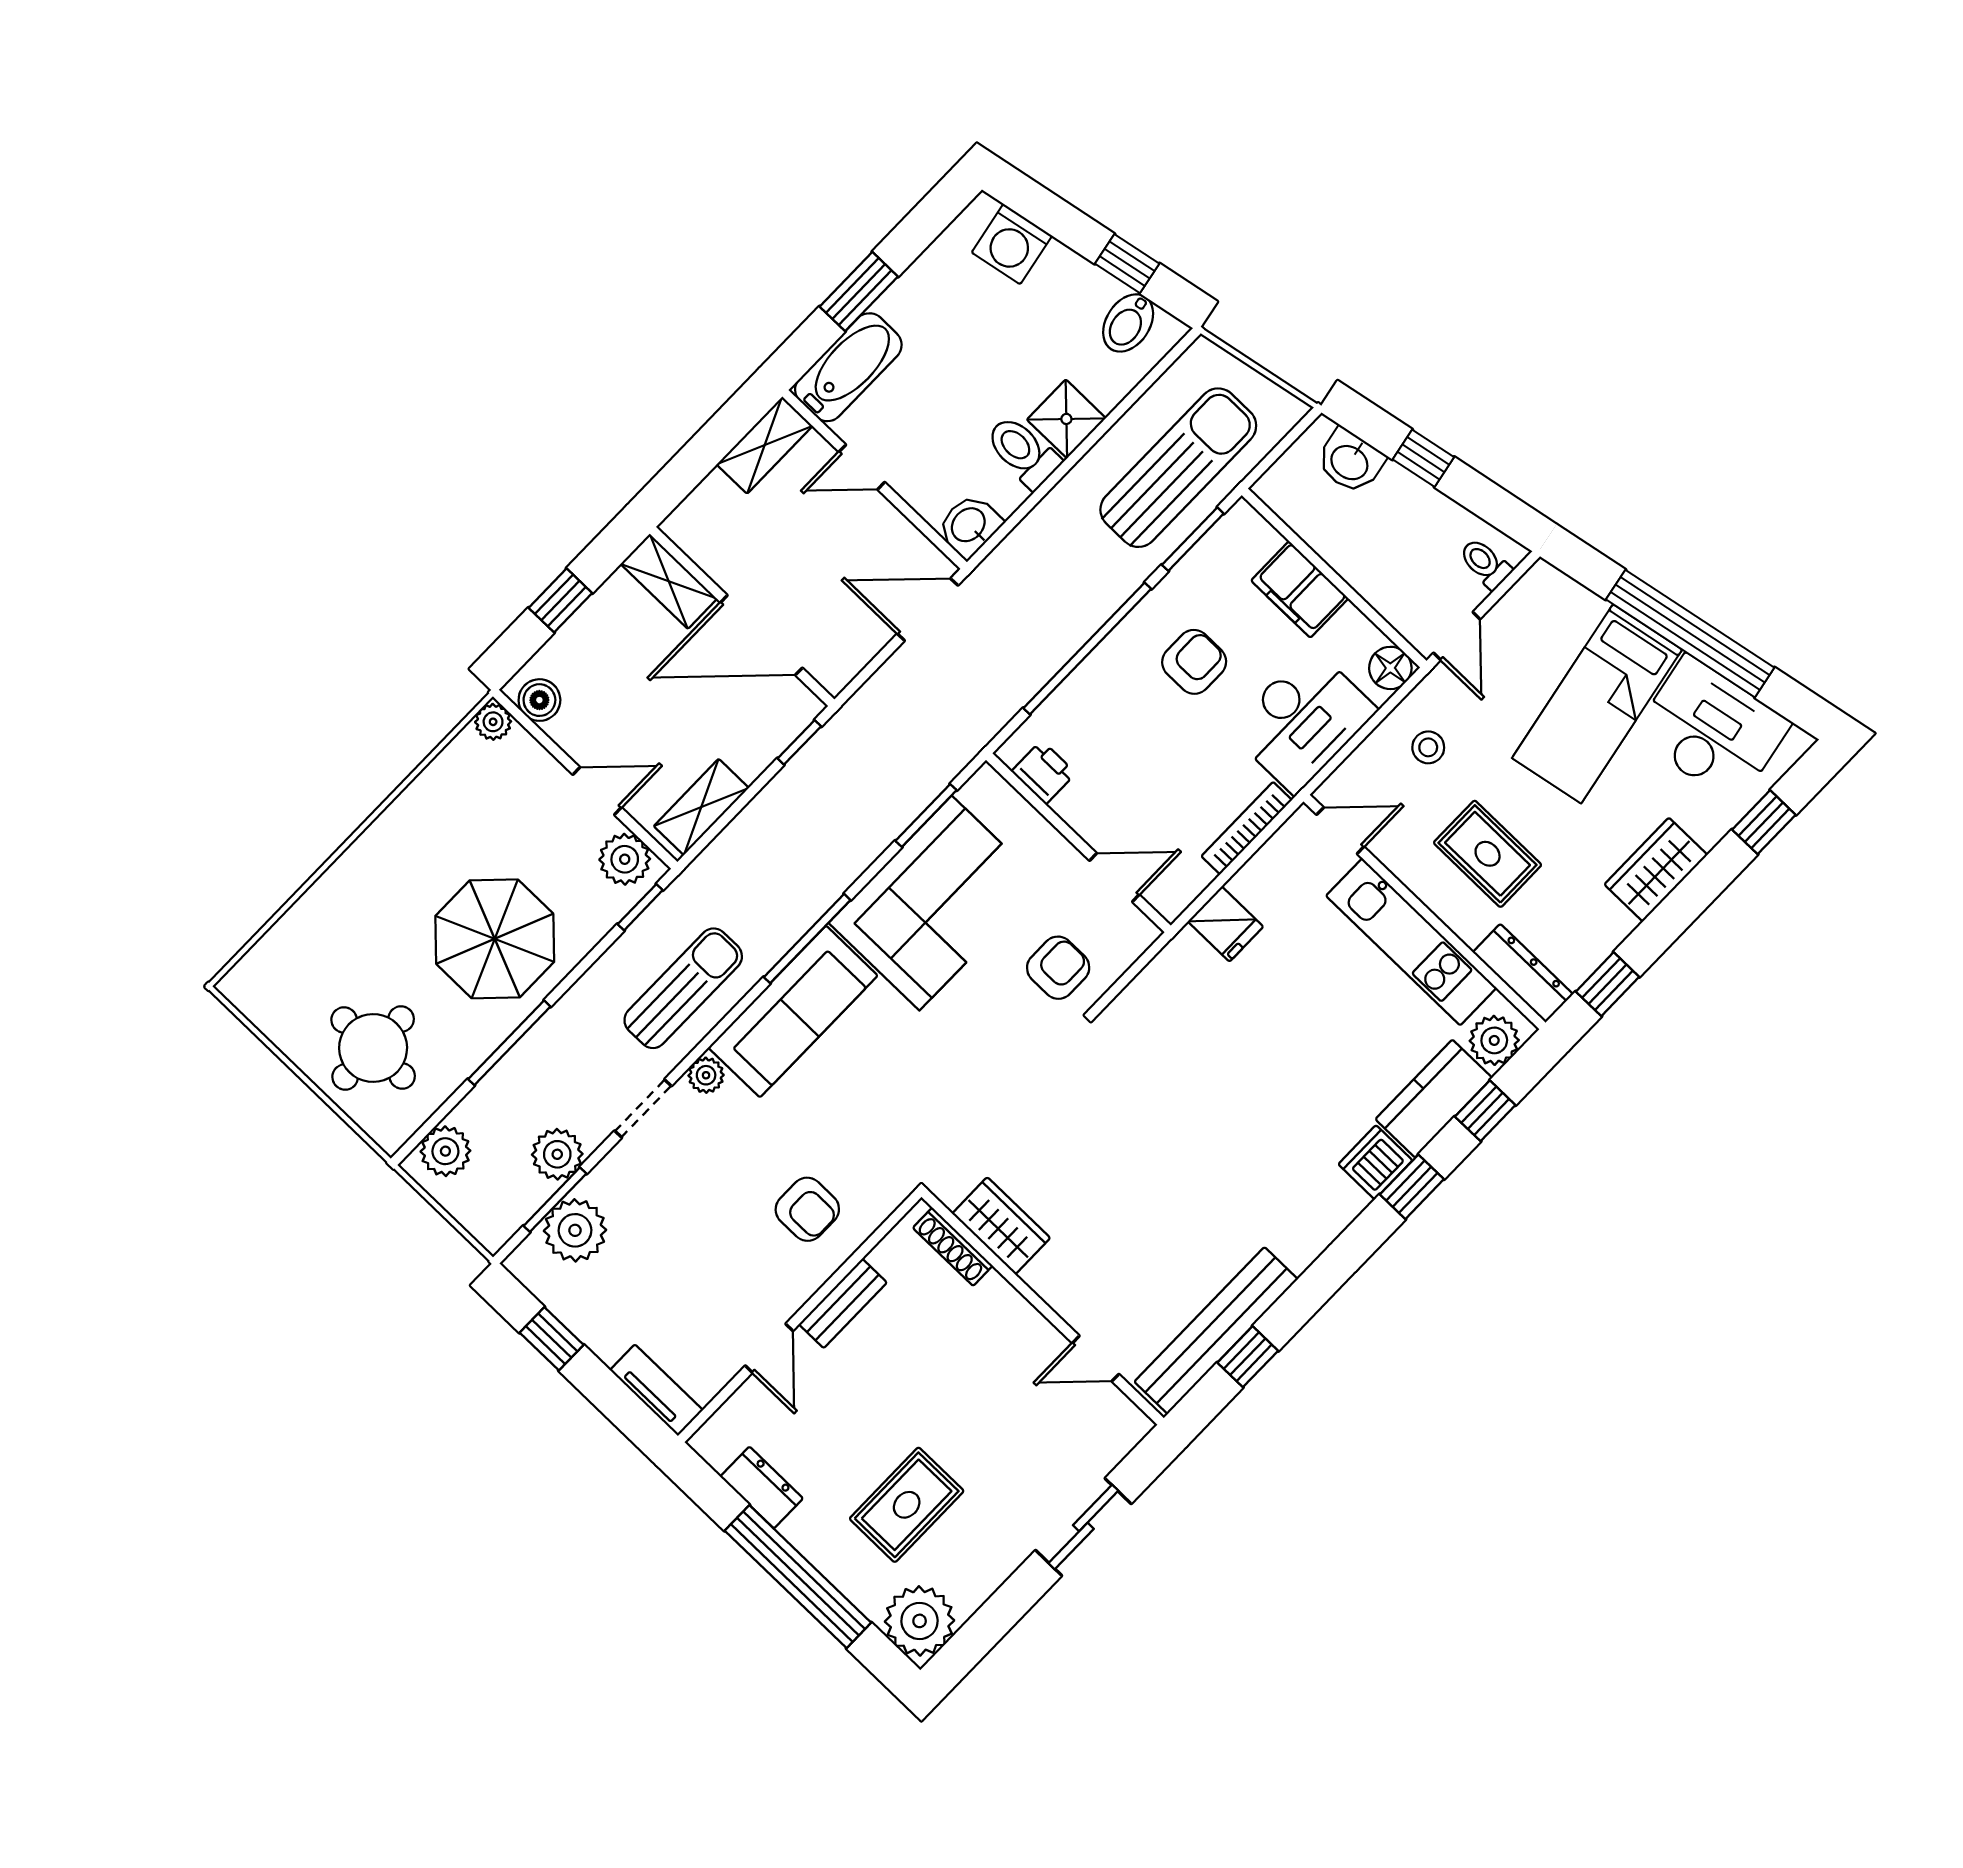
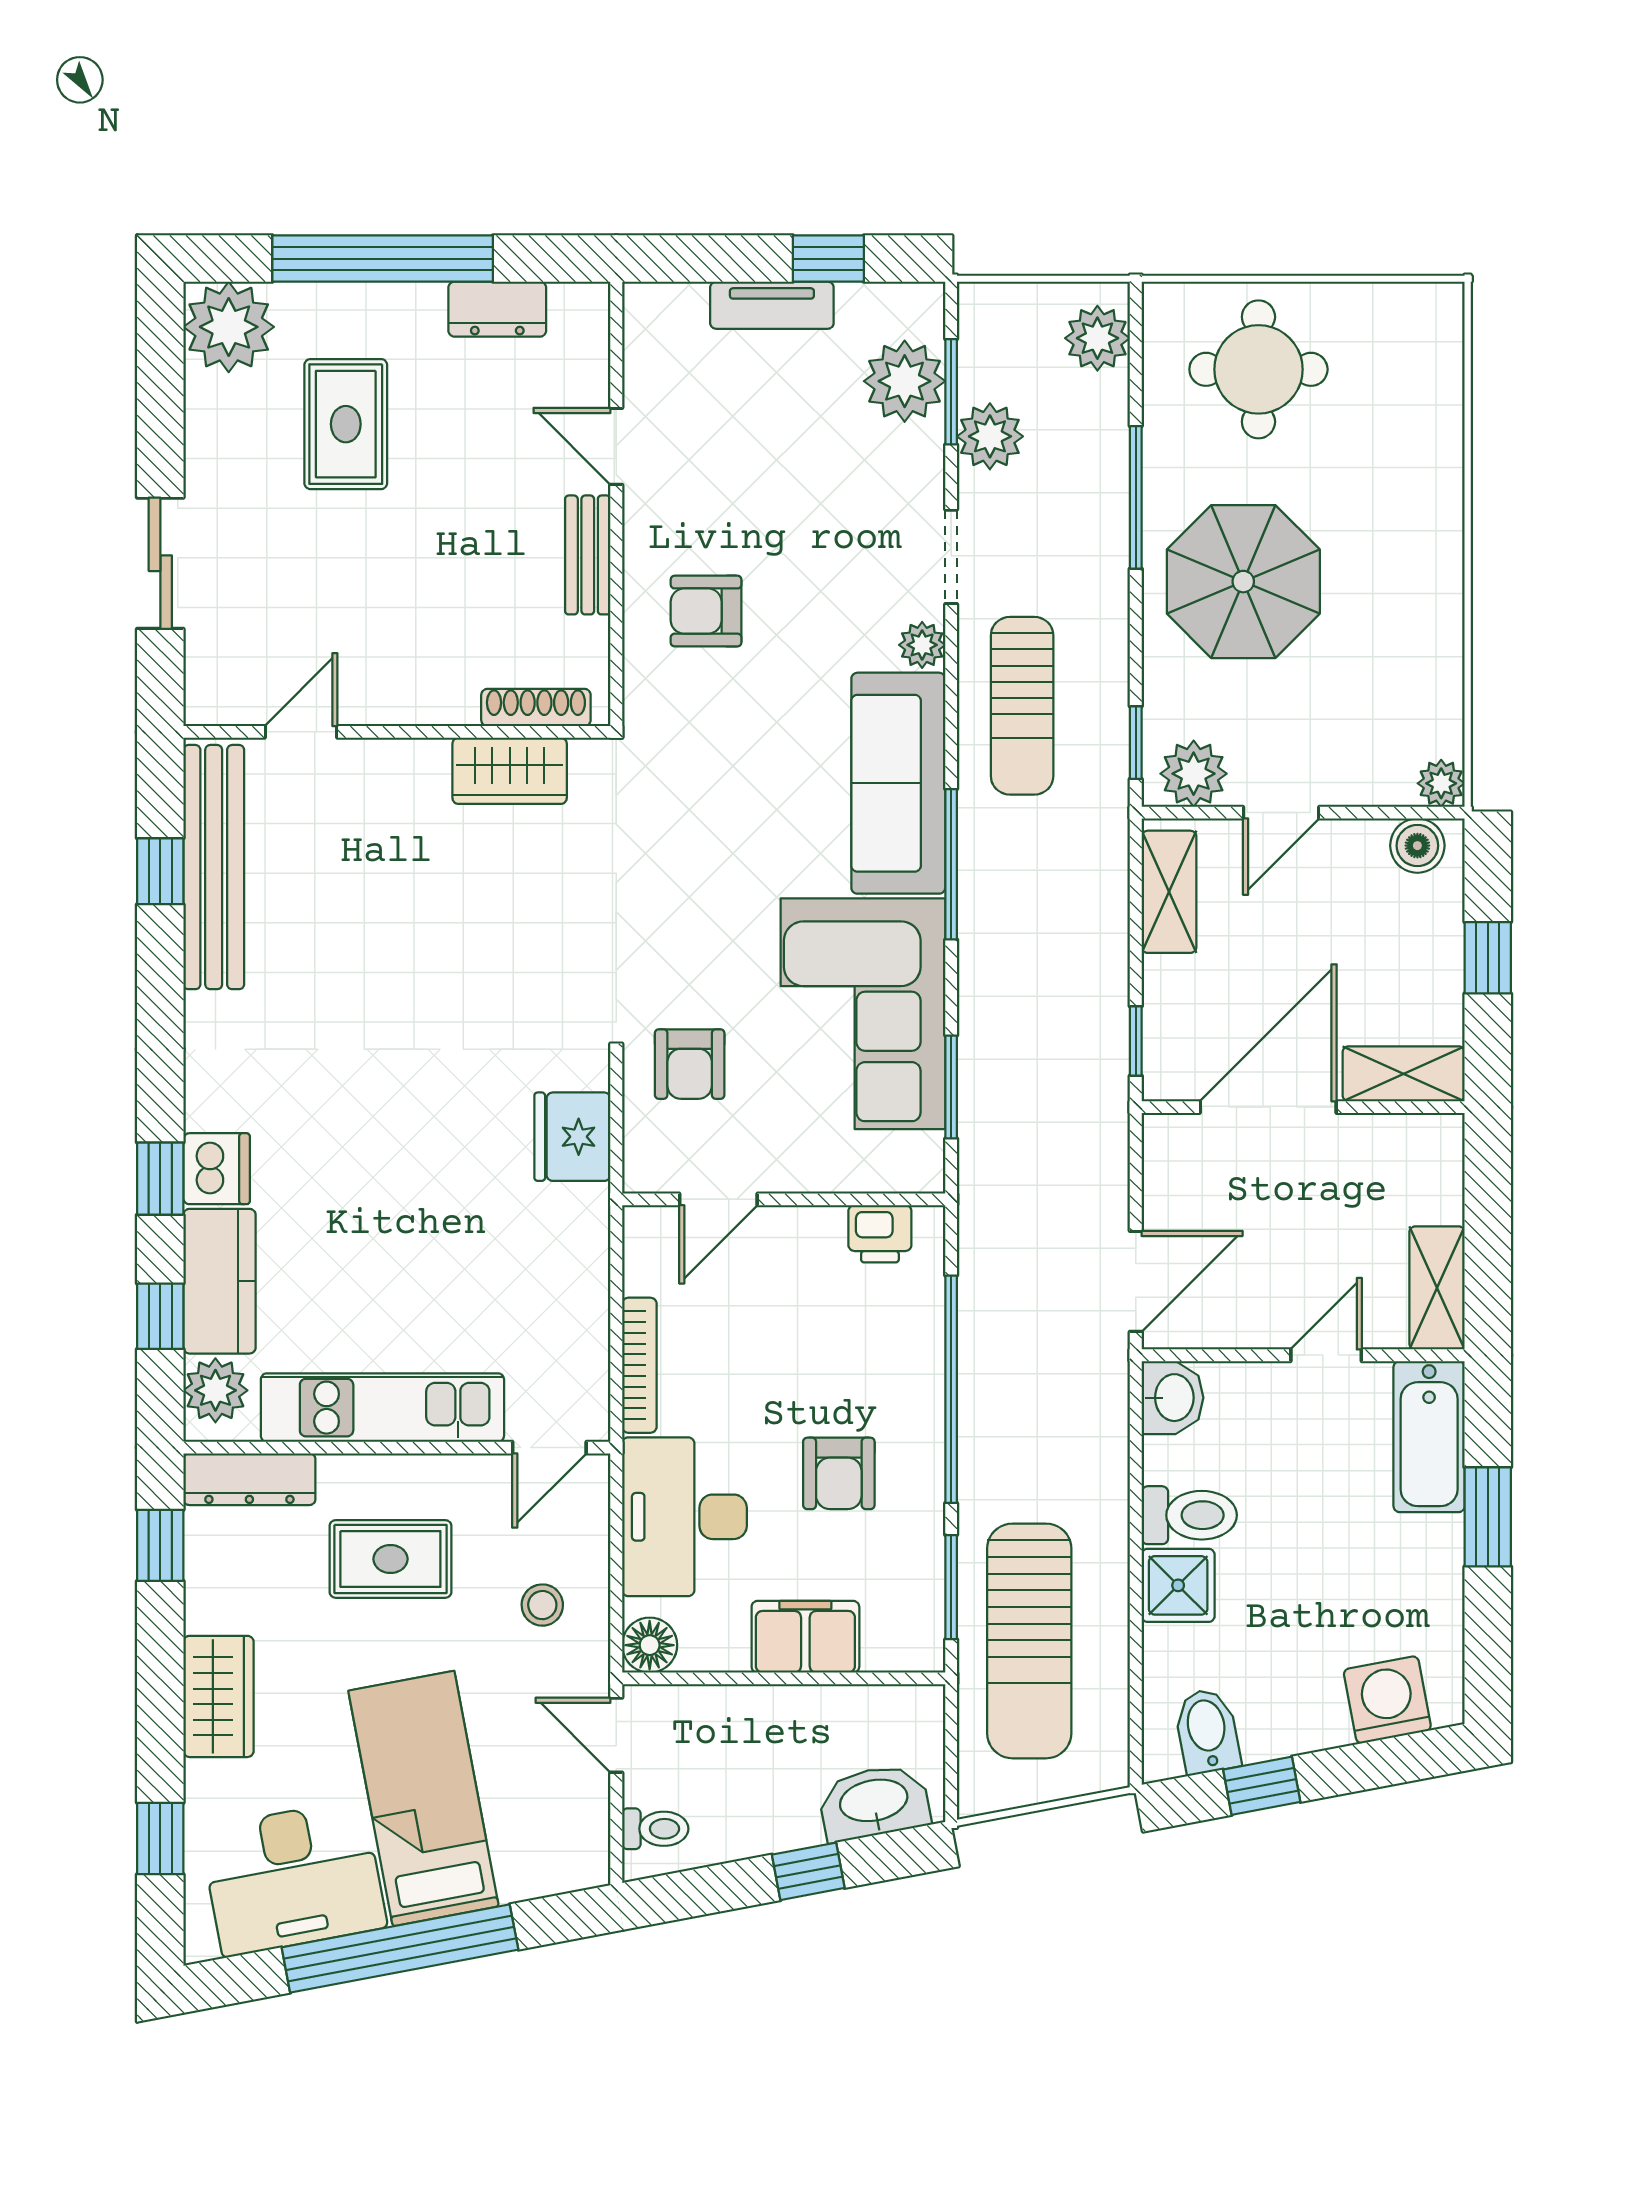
washbasin: (1350, 461) -> (874, 1802), width x1.38
fridge: (1226, 924) -> (572, 1137), moved, width x1.38
tv unit: (656, 1390) -> (772, 305), moved

